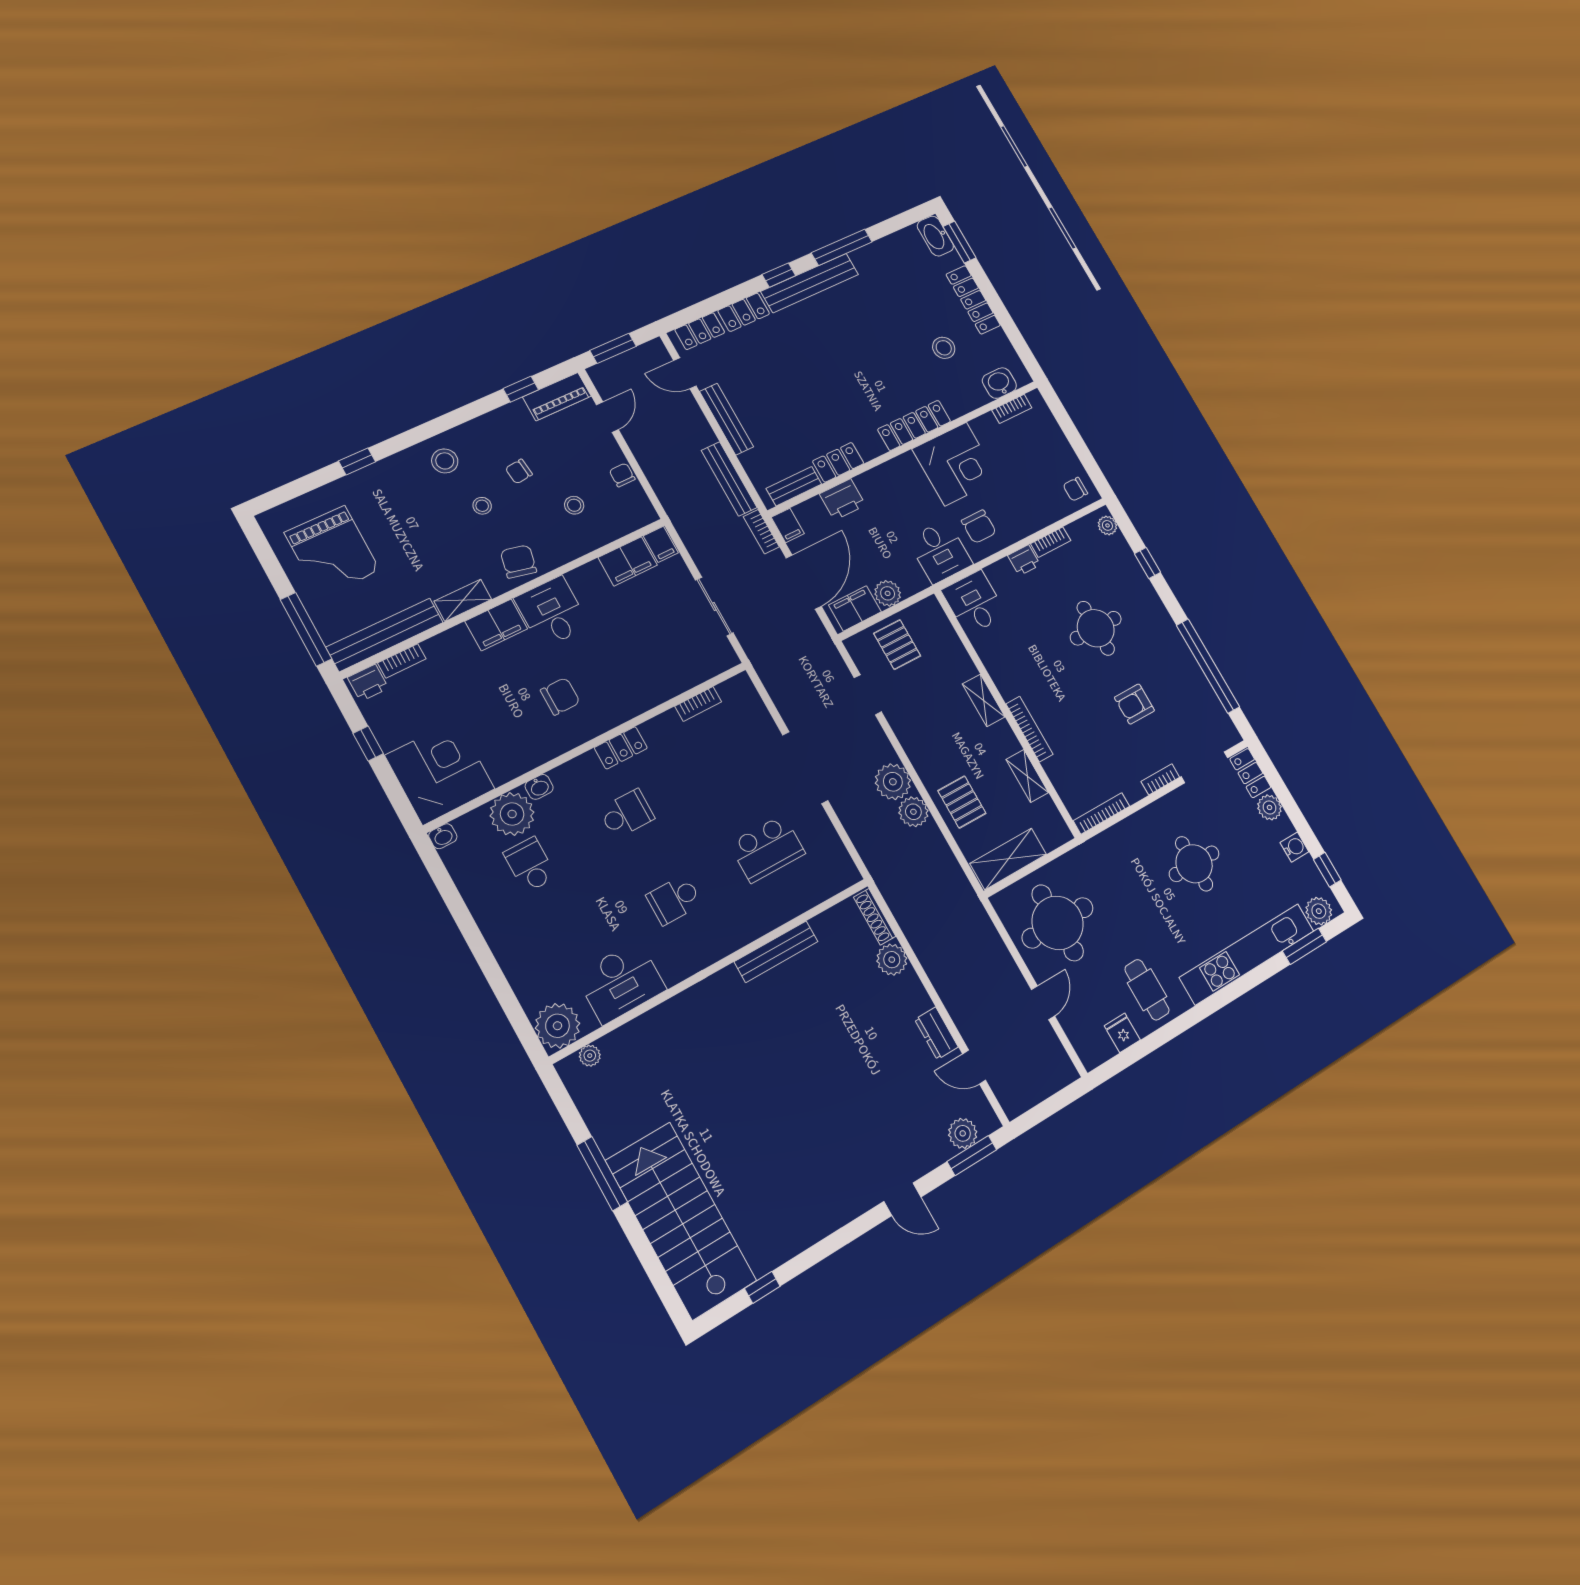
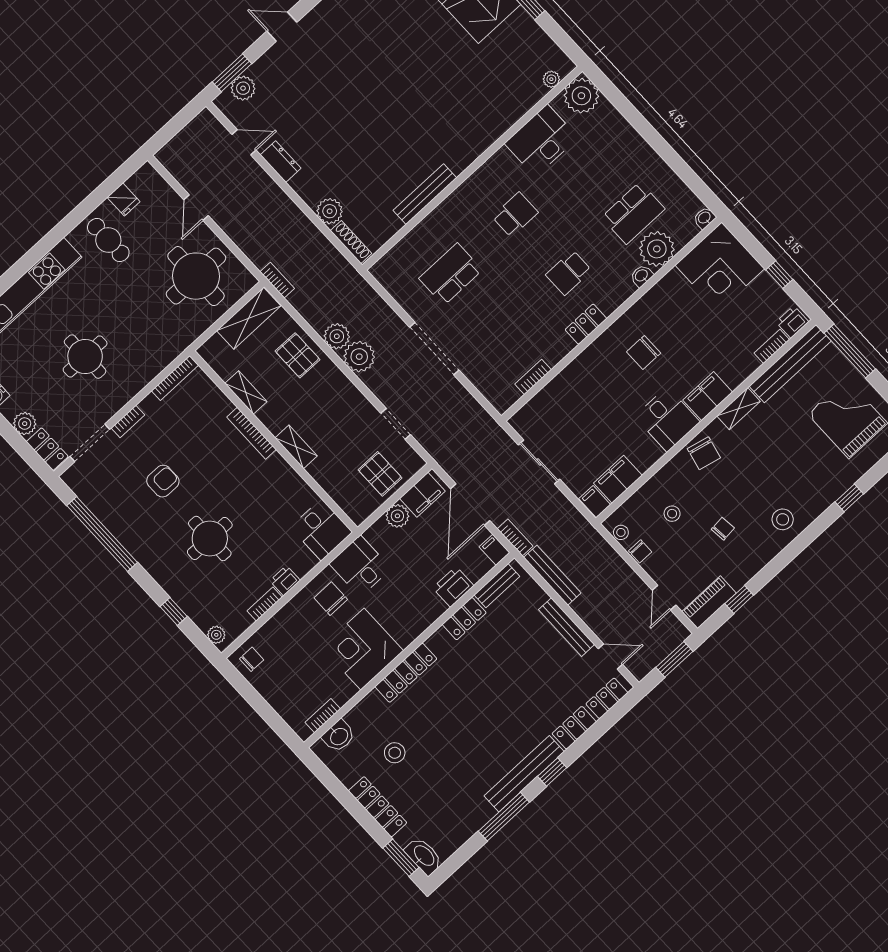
stool: (482, 506) -> (621, 532), moved
school desk: (530, 865) -> (633, 213), width x1.85
bookcase: (968, 894) -> (277, 280), added

